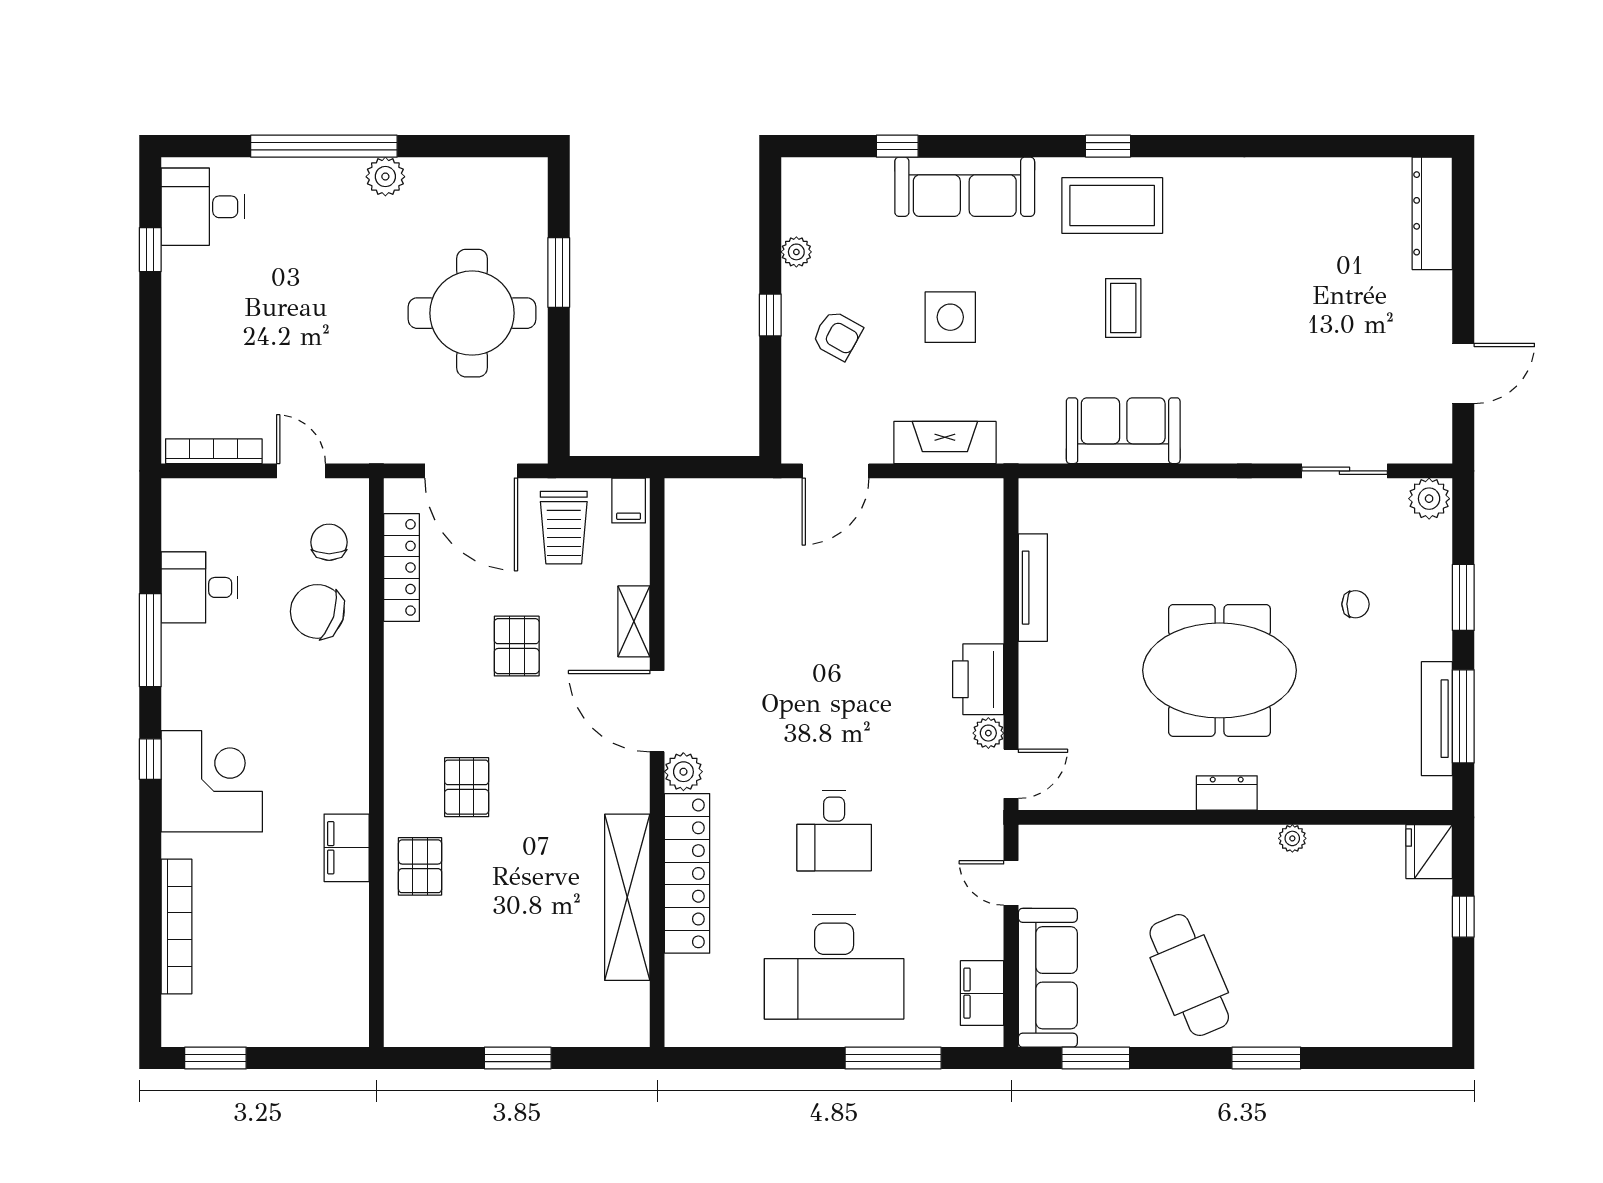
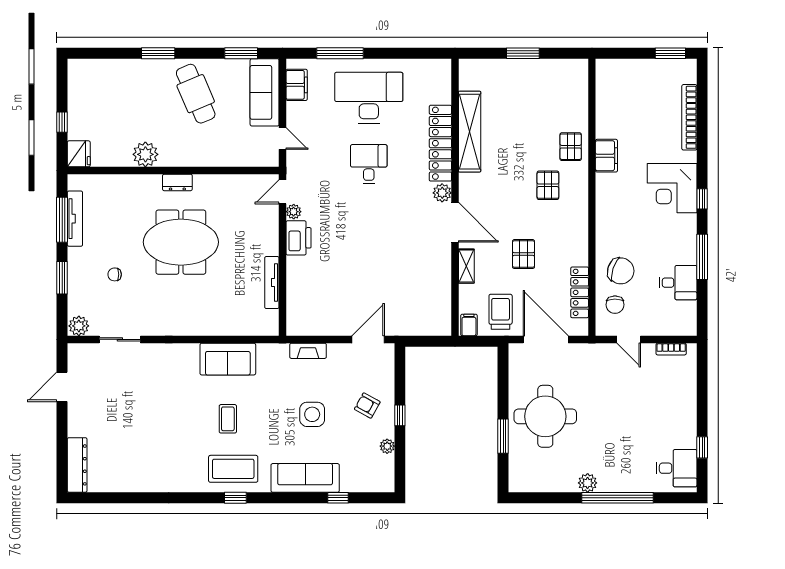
fireplace: (945, 442) -> (308, 351), width x0.73, depth x0.76
bookcase: (214, 451) -> (671, 349), width x0.64
plant: (1292, 838) -> (145, 154), width x1.88, depth x1.88

